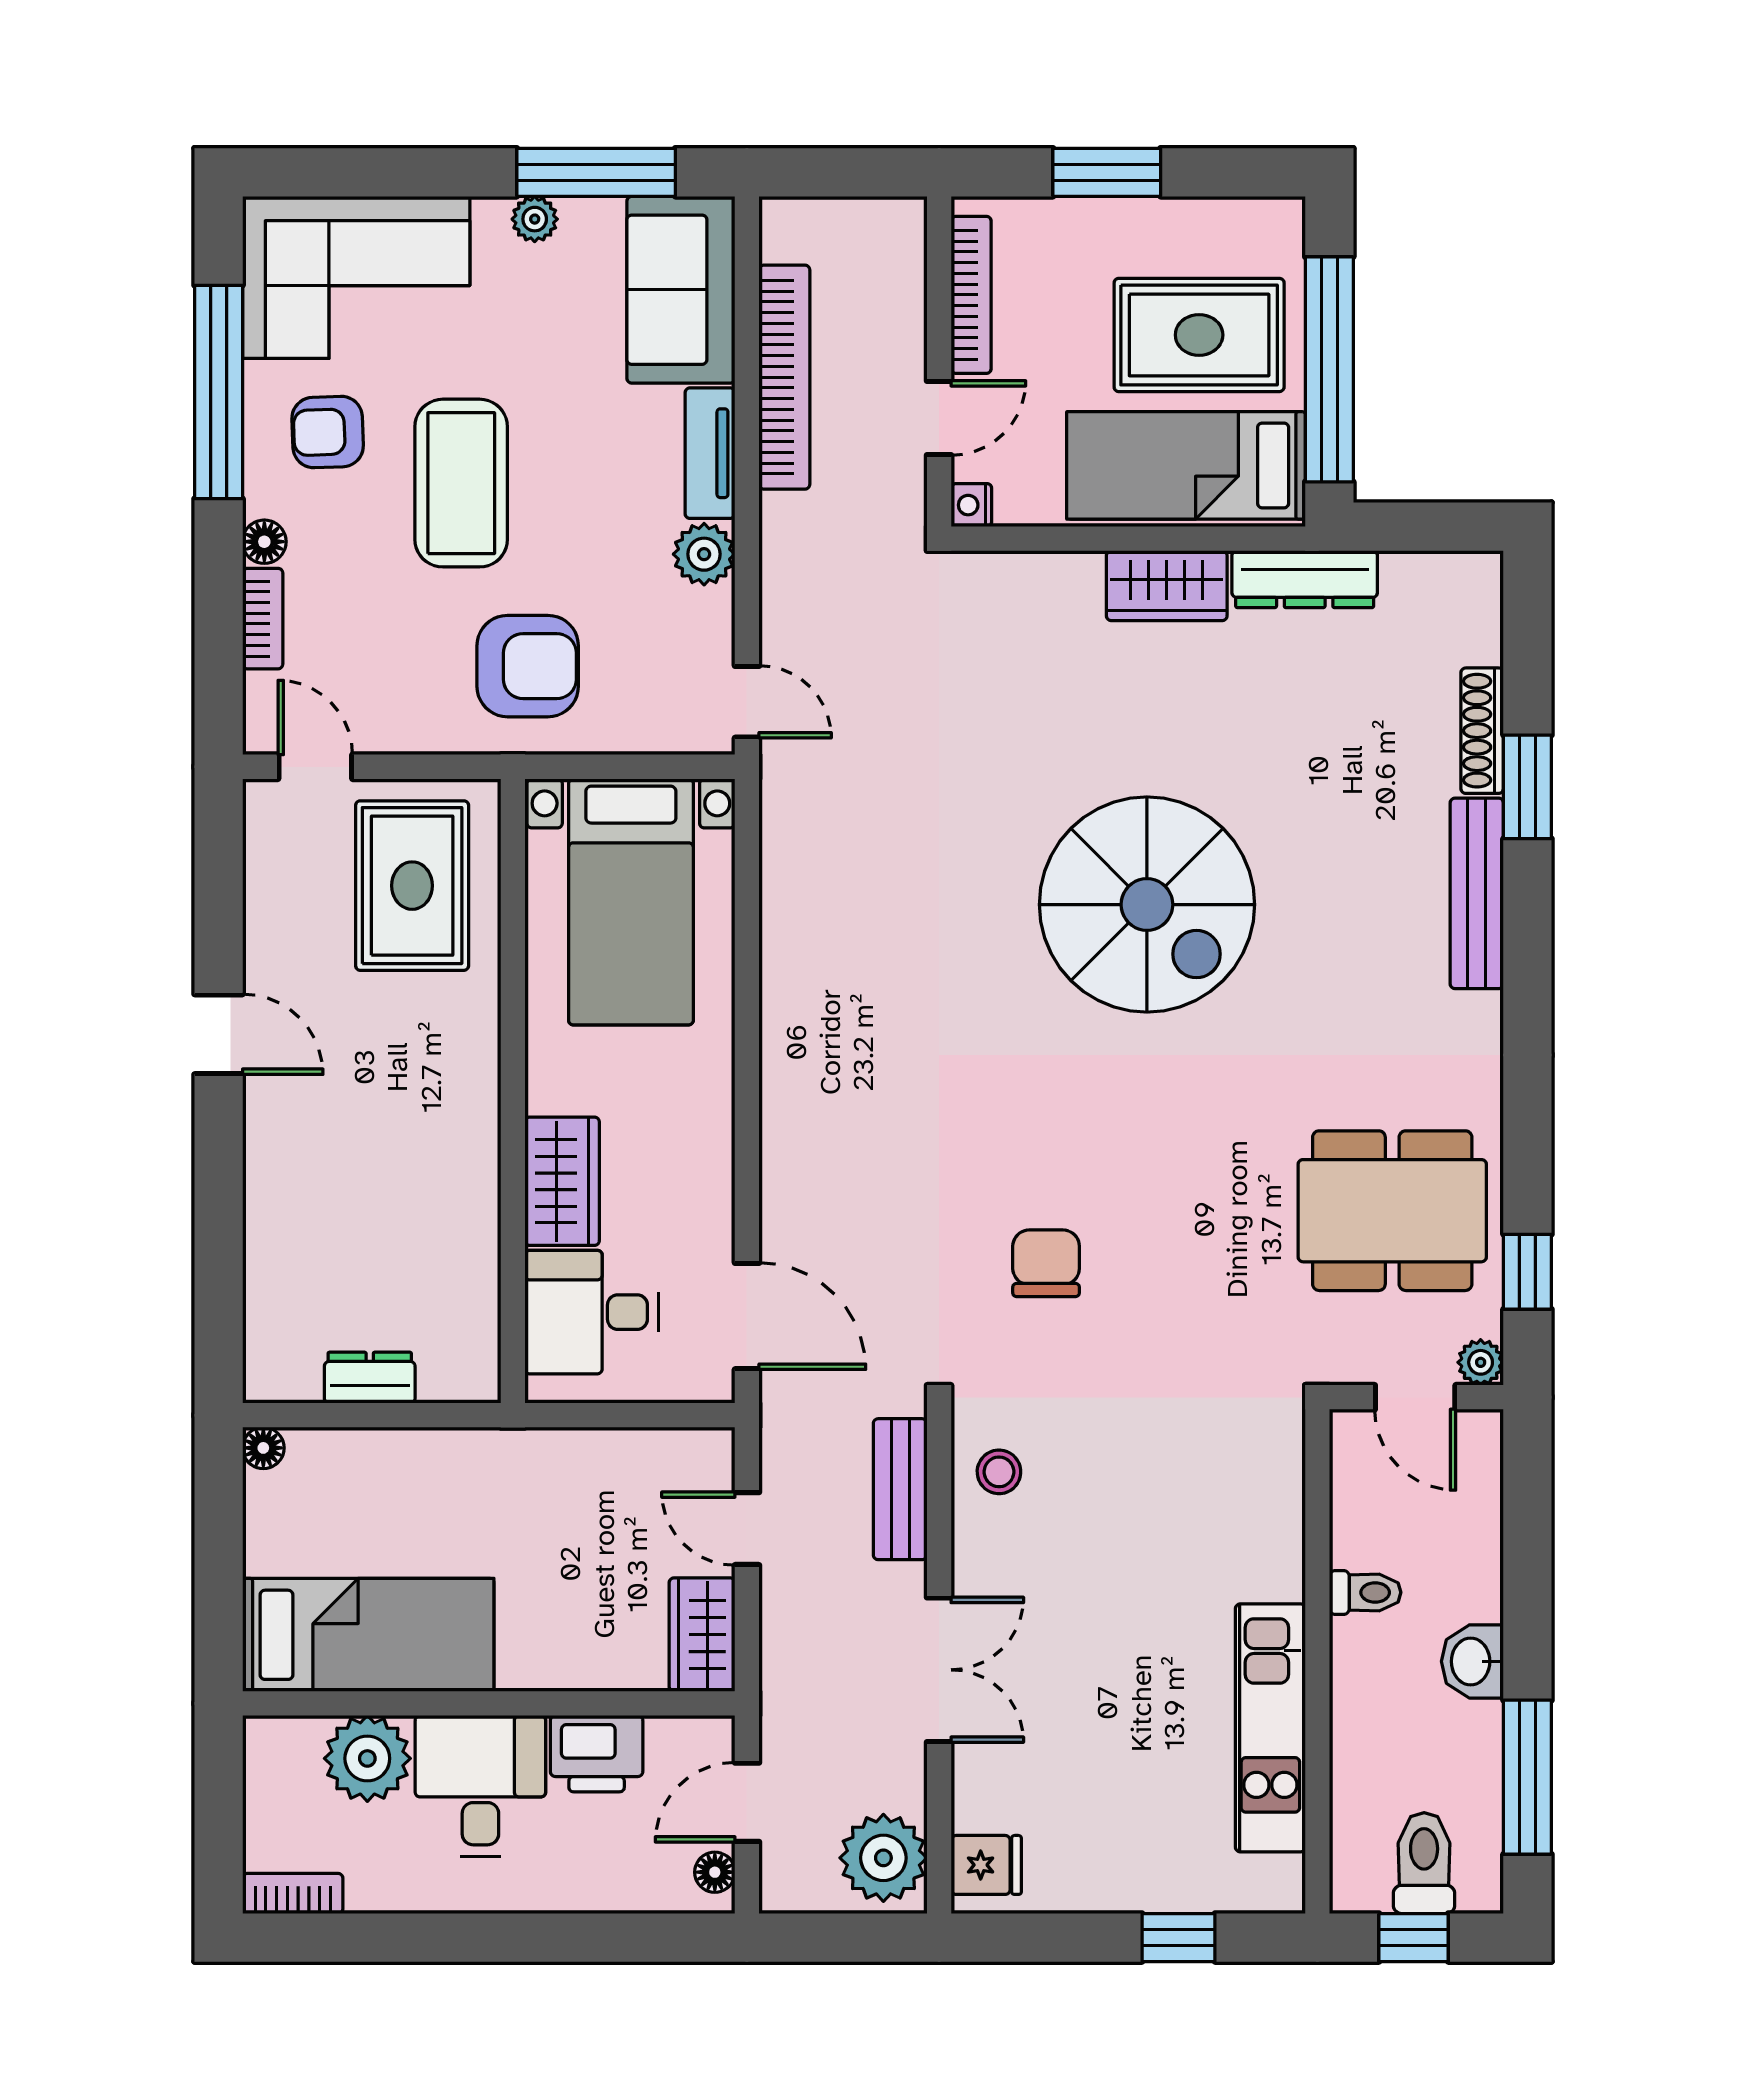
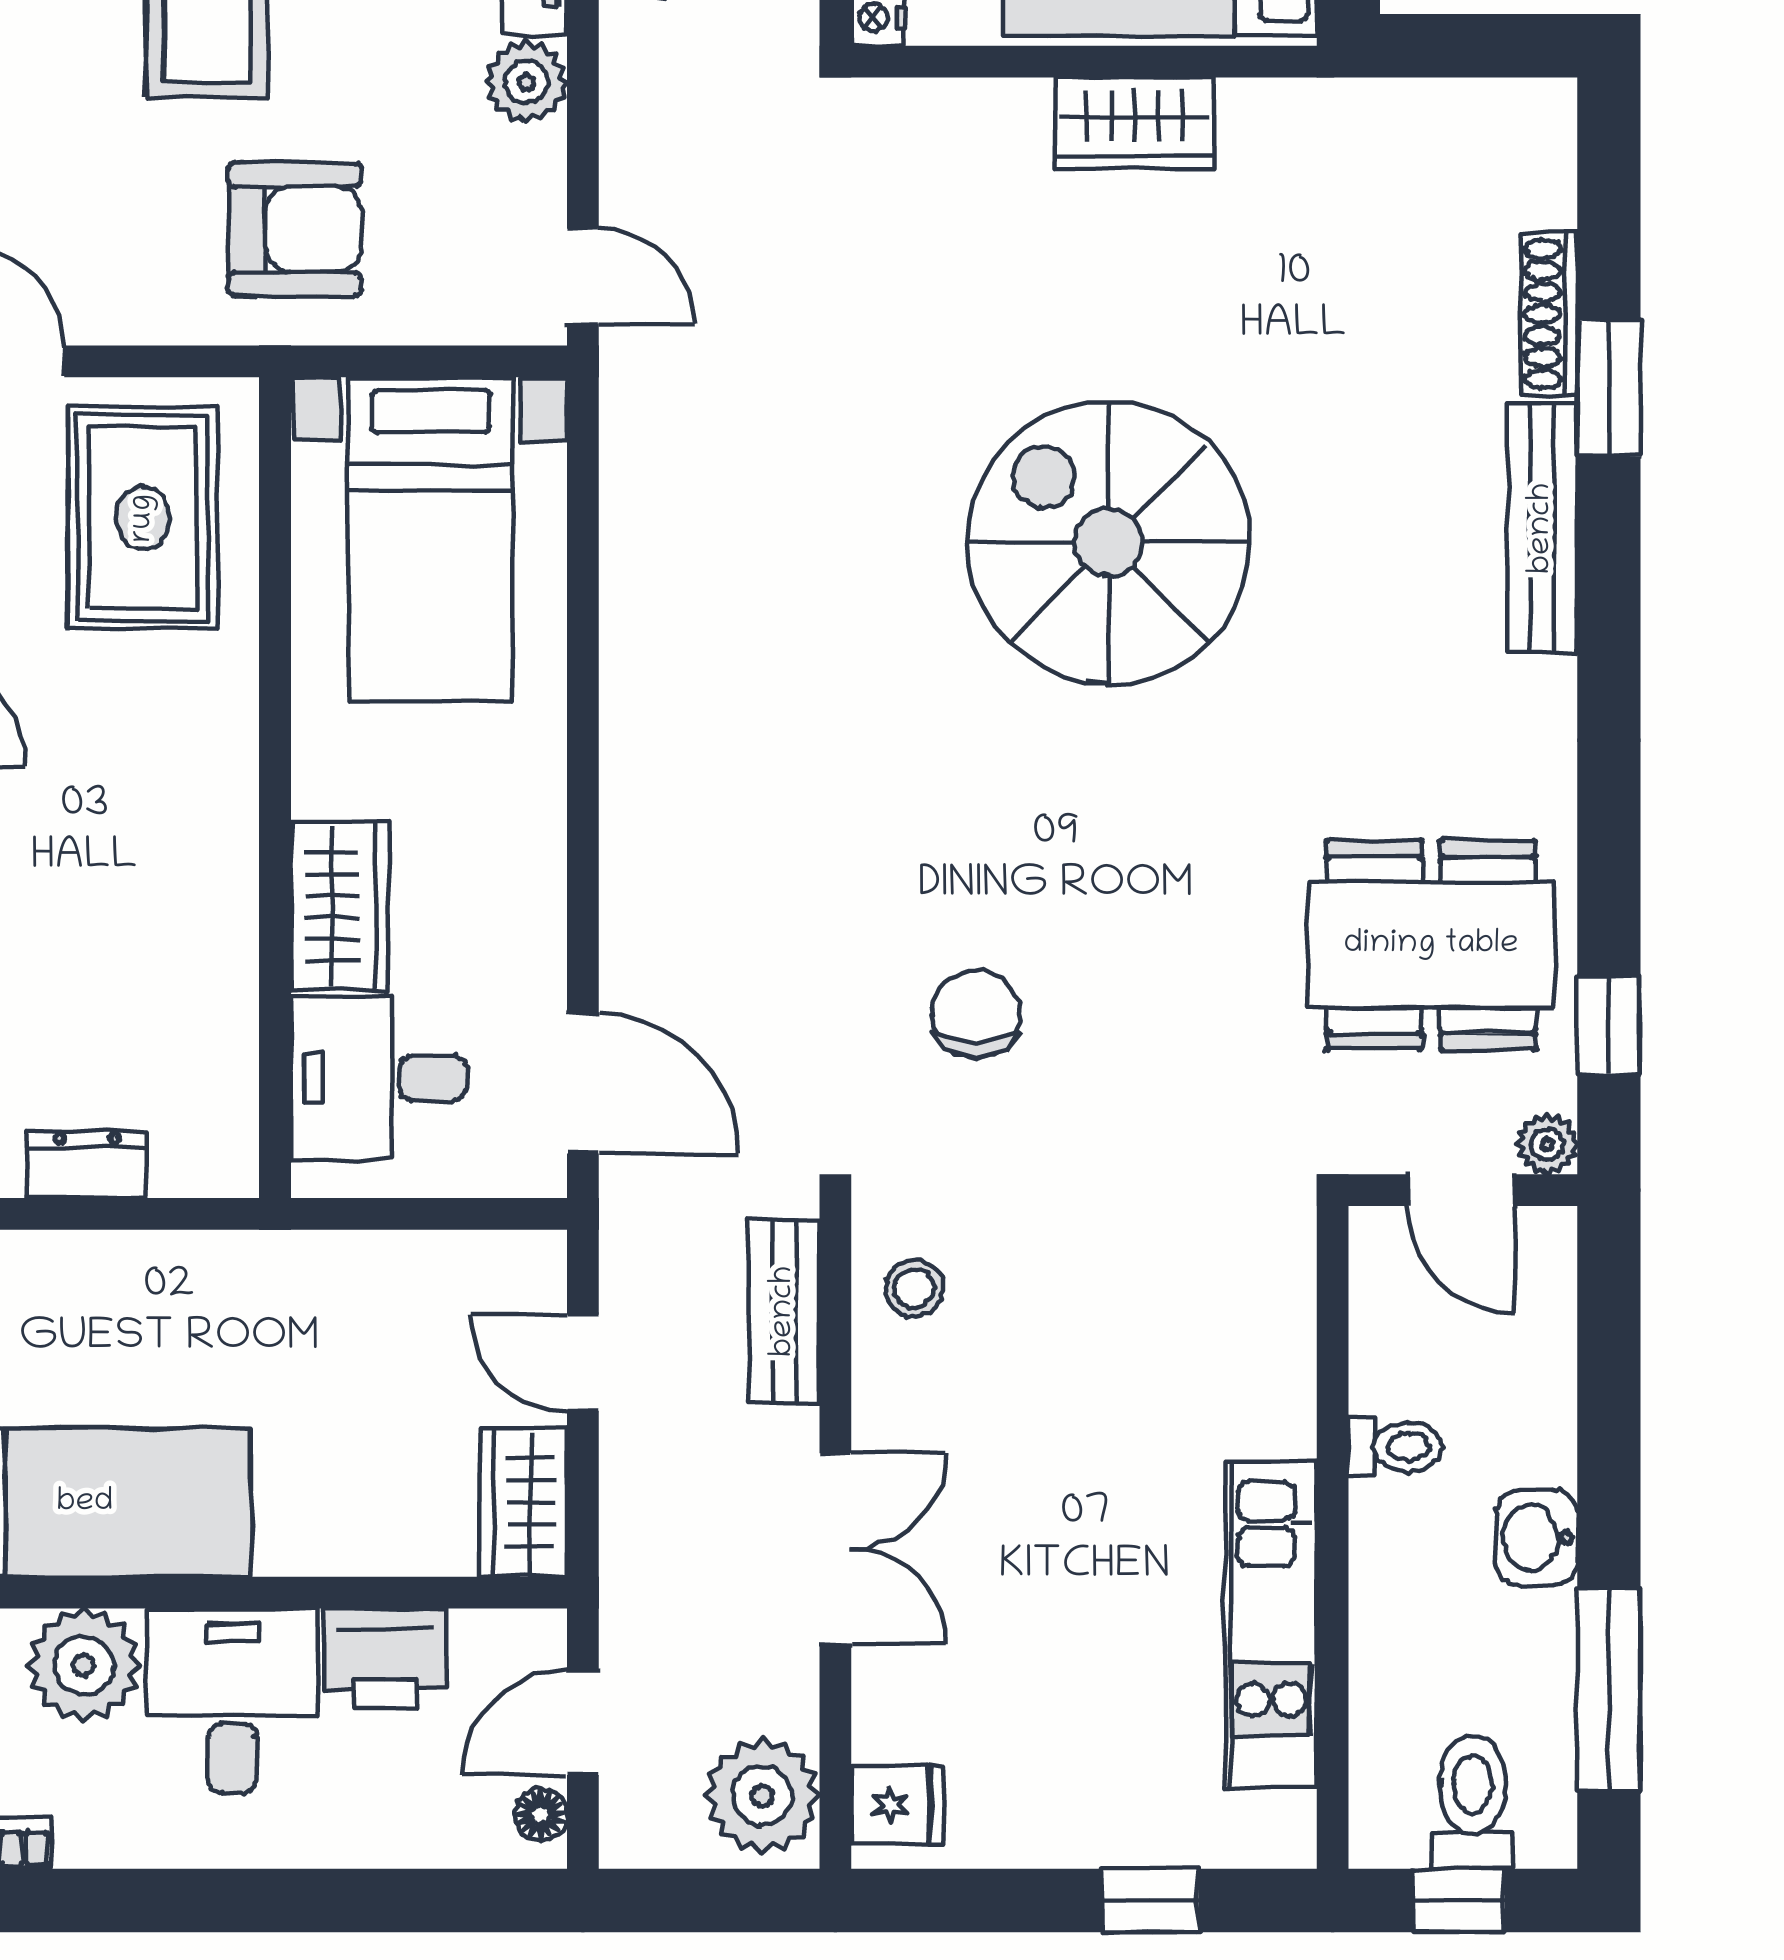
dresser: (1305, 579) -> (1316, 115), removed
spiral stairs: (1147, 905) -> (1109, 543), turned 180

